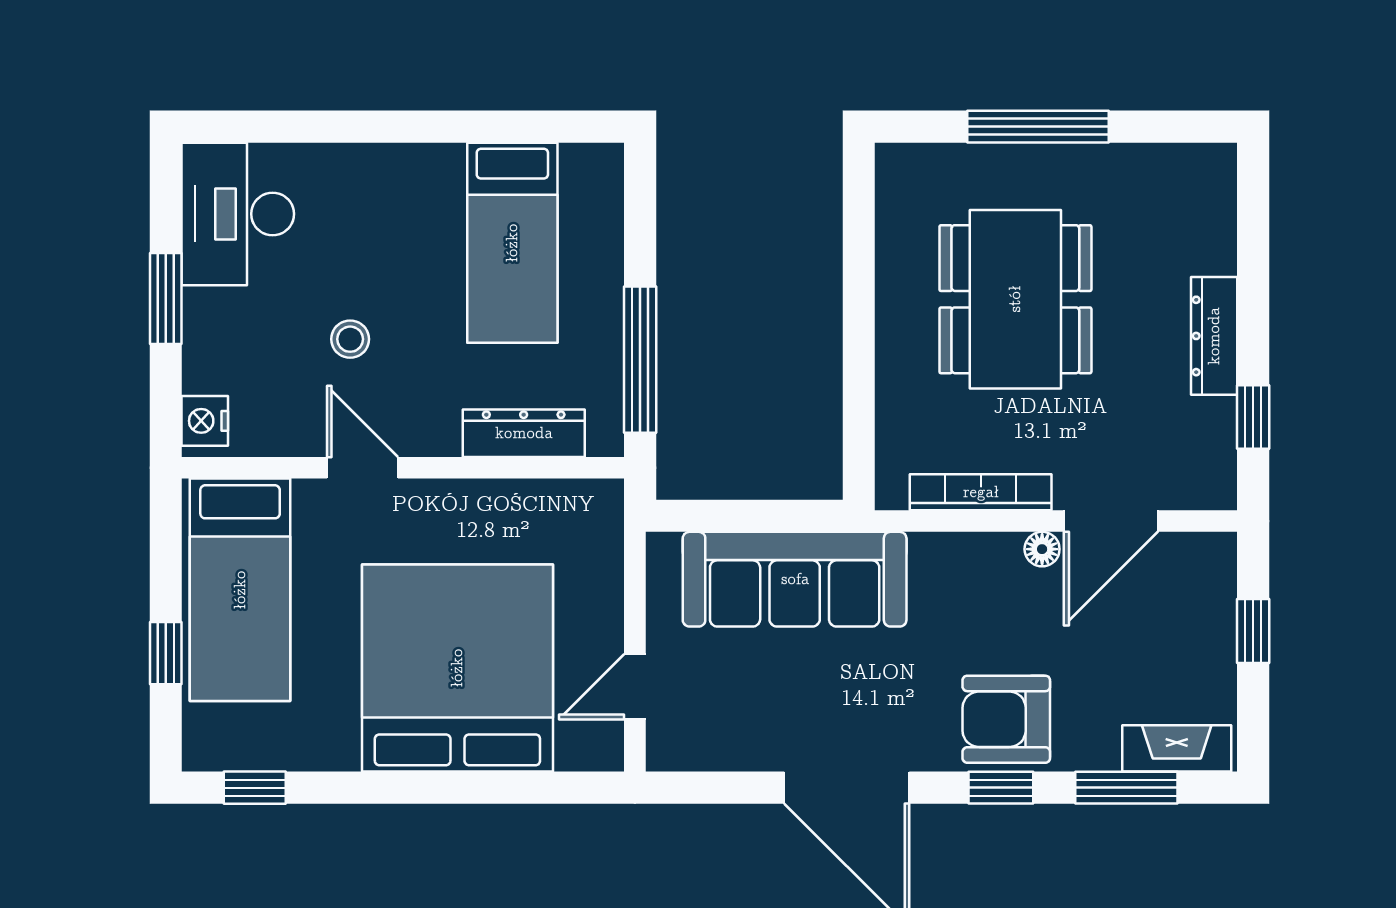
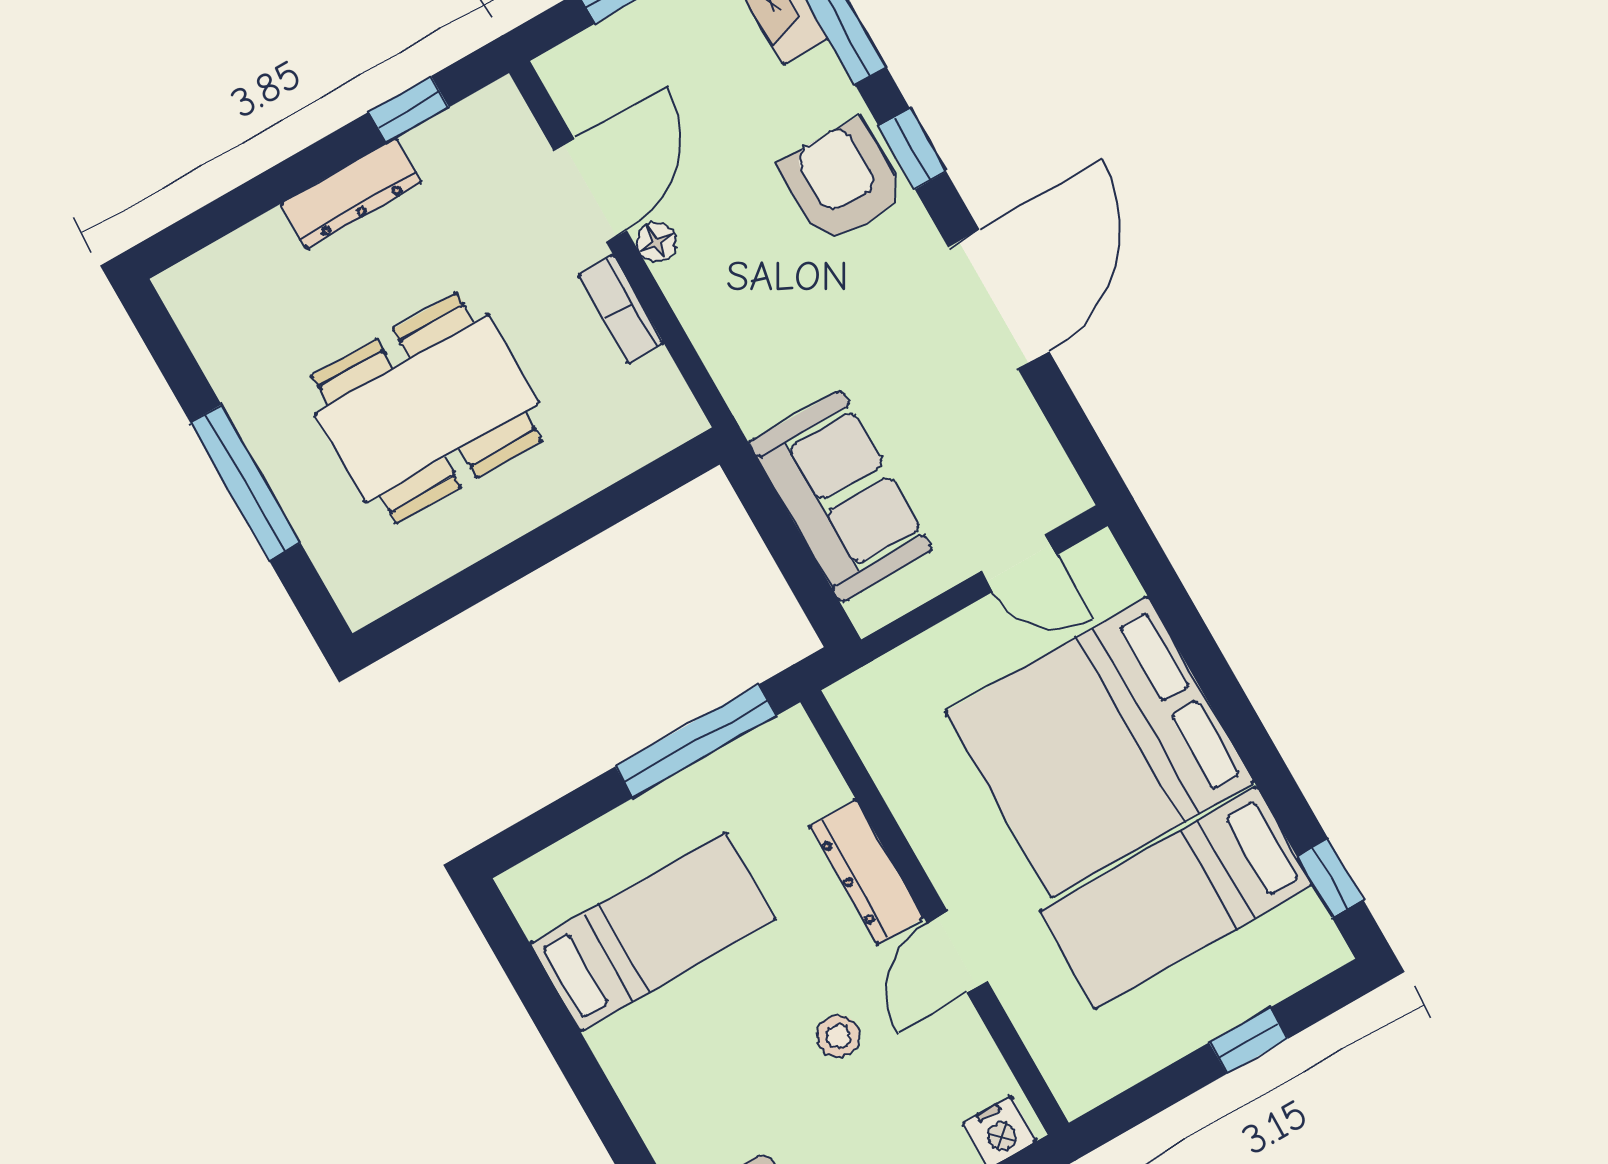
dresser: (524, 433) -> (866, 872), moved
bookcase: (981, 492) -> (621, 309), width x0.64
door: (1111, 521) -> (590, 190), hinge flipped
sofa: (795, 579) -> (841, 496), width x0.73
bed: (240, 590) -> (1176, 898), moved, turned 180
armchair: (1006, 719) -> (842, 182), turned 180

